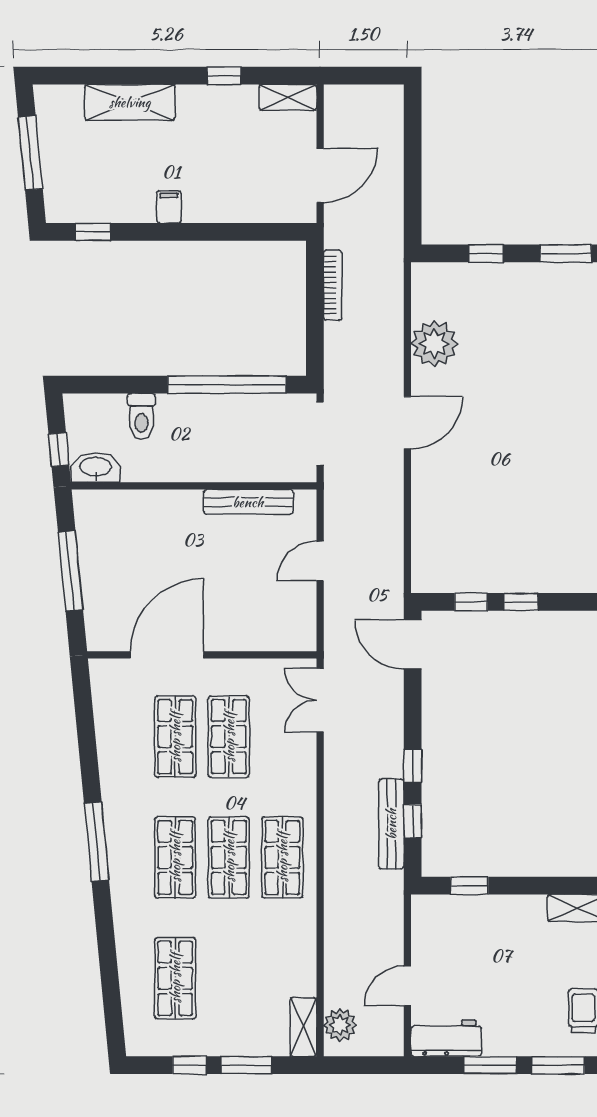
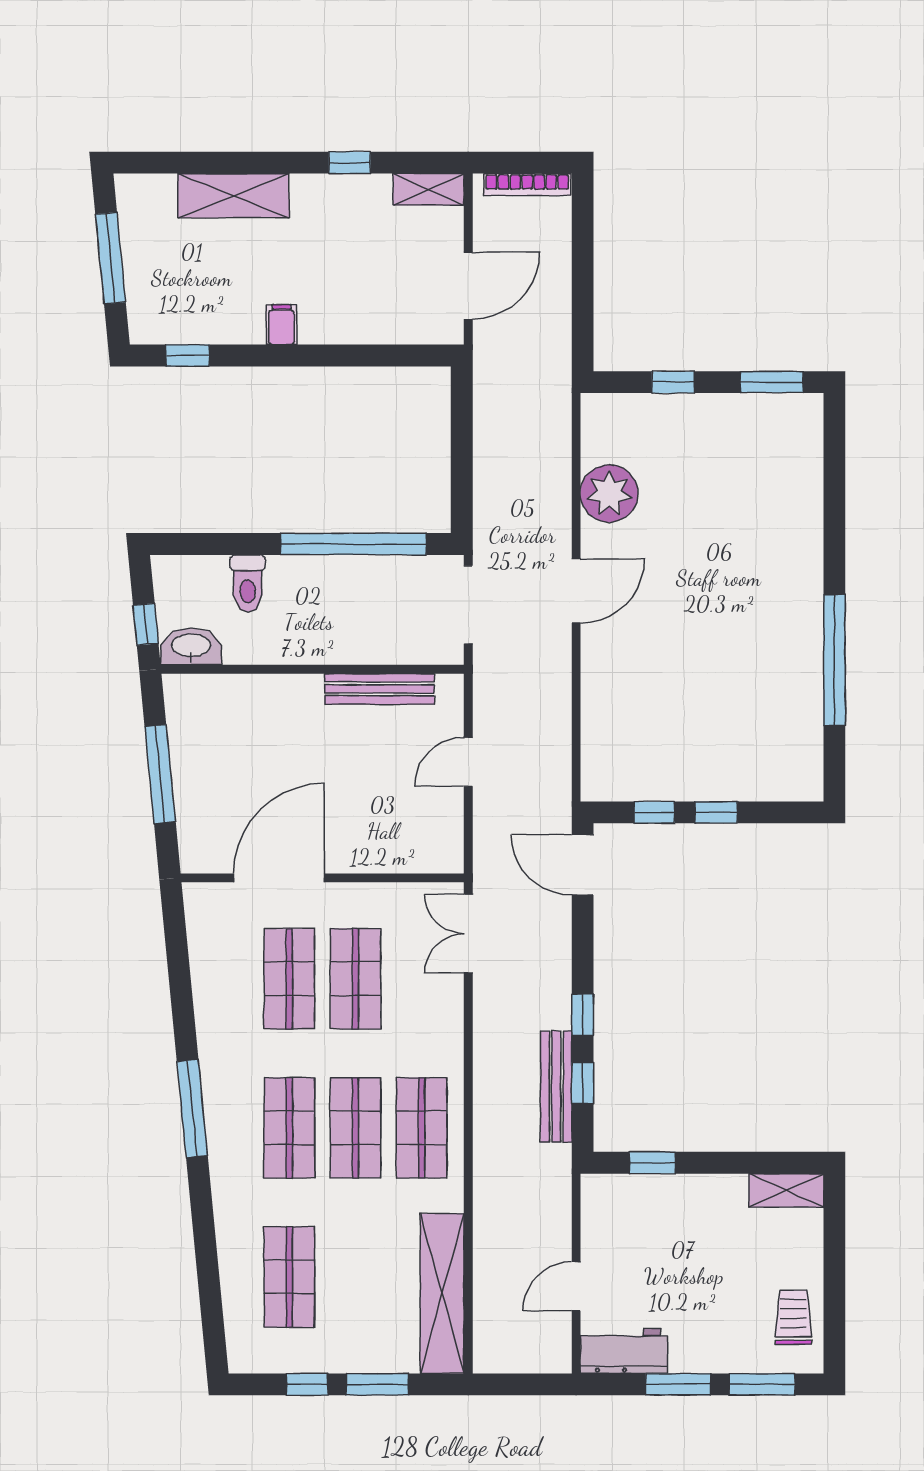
bookcase: (333, 285) -> (527, 185), moved, turned 90
plant: (340, 1025) -> (493, 1335), removed
shelving: (303, 1027) -> (442, 1294), width x2.20, depth x1.33

